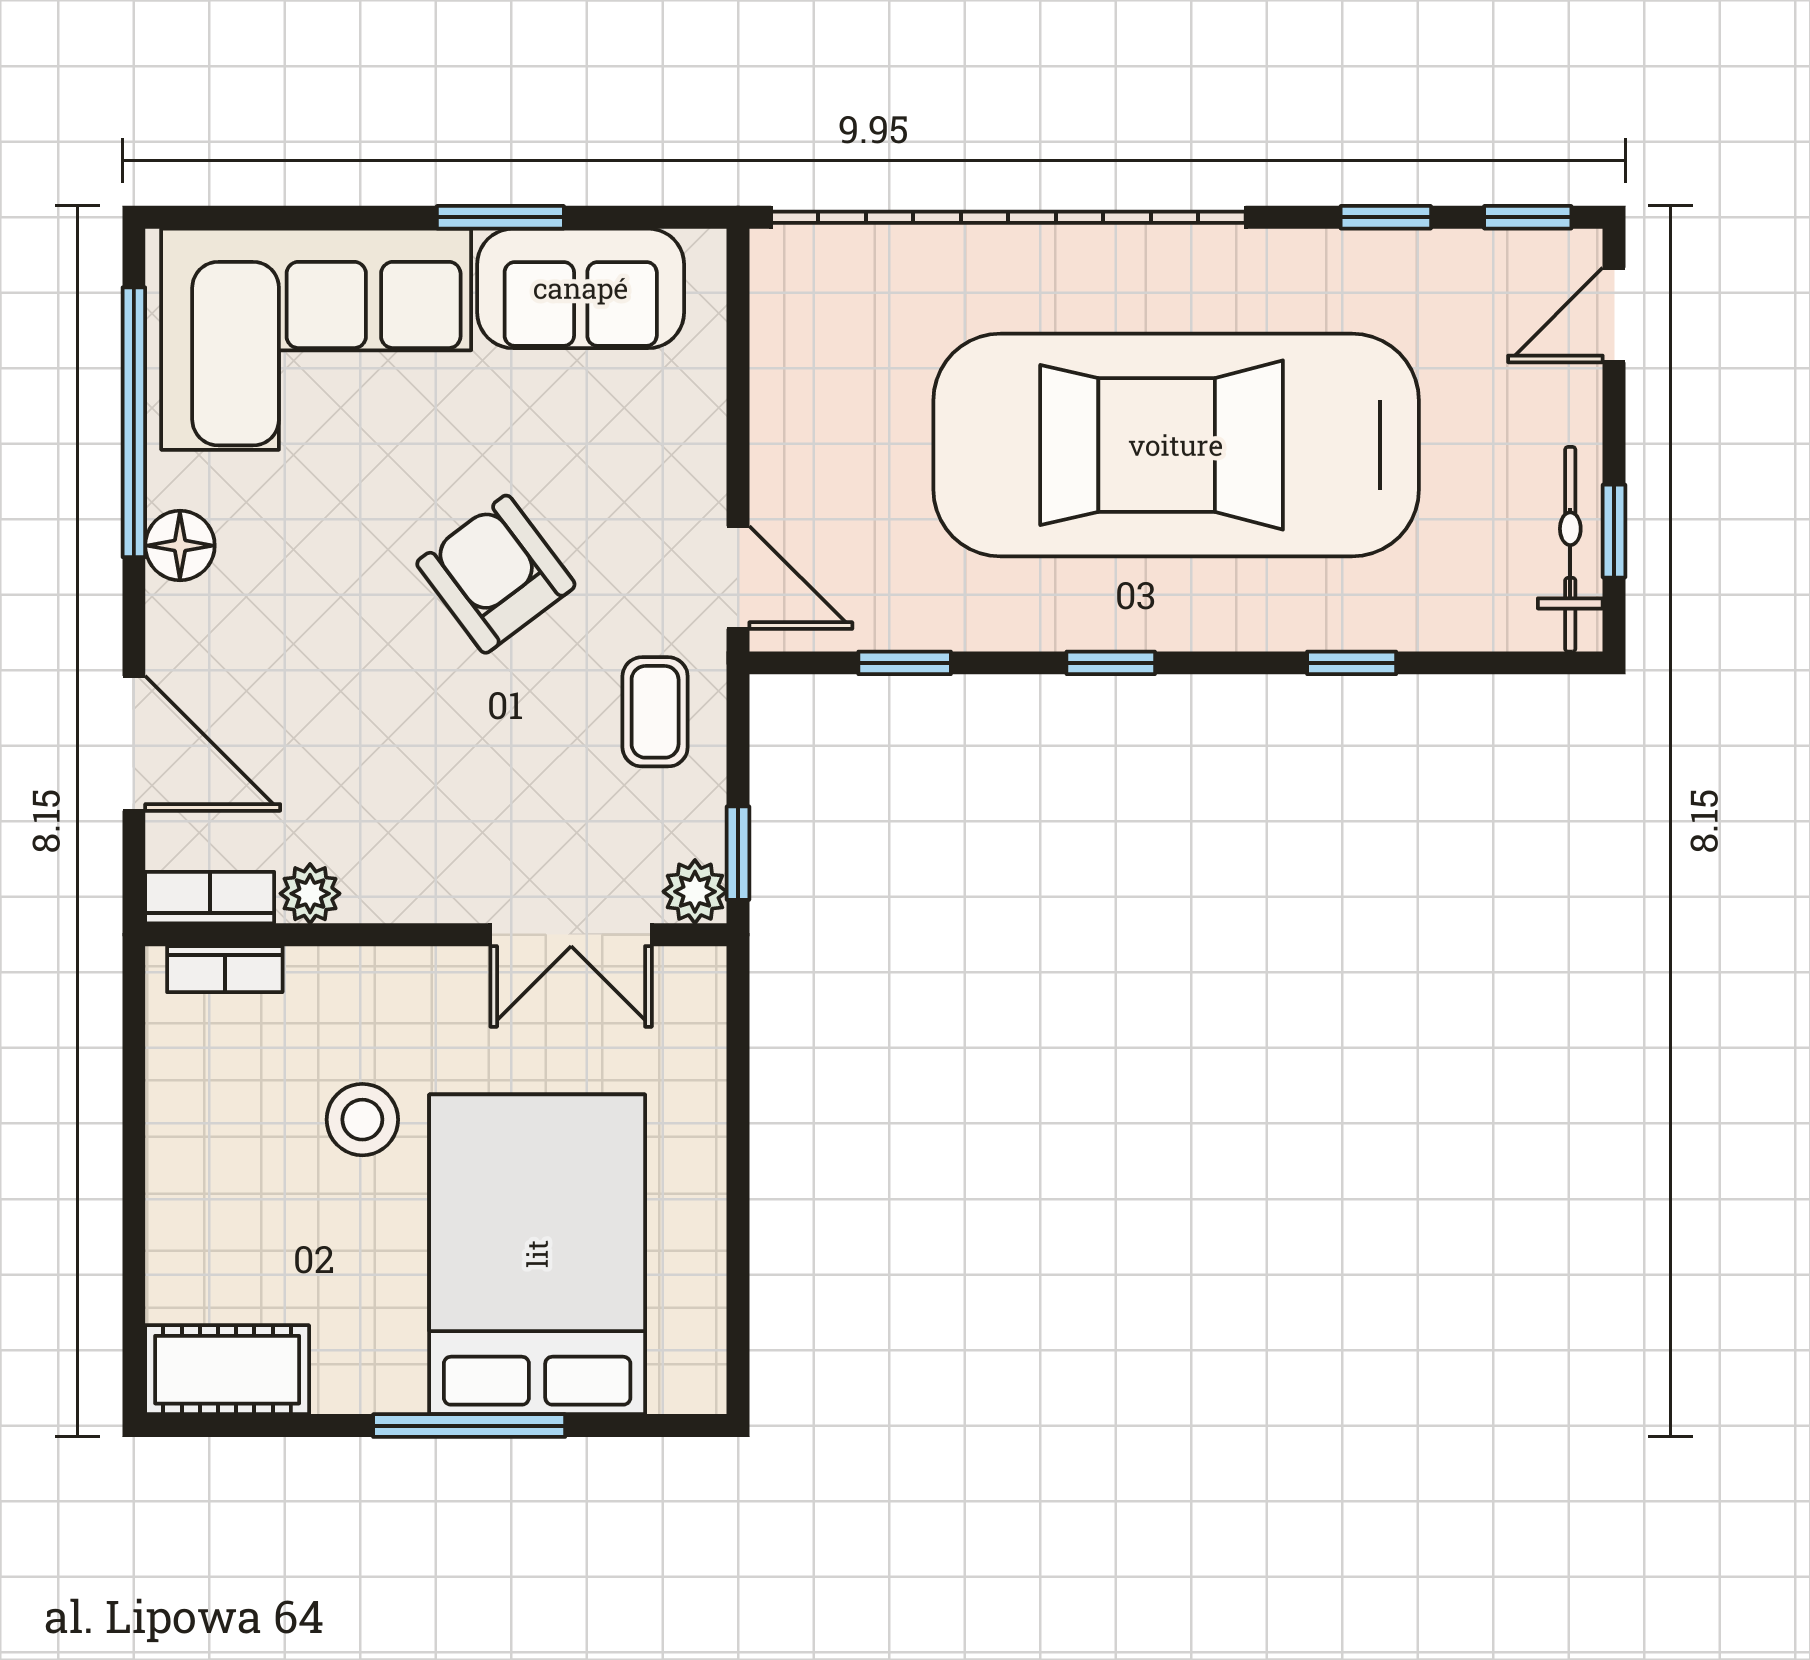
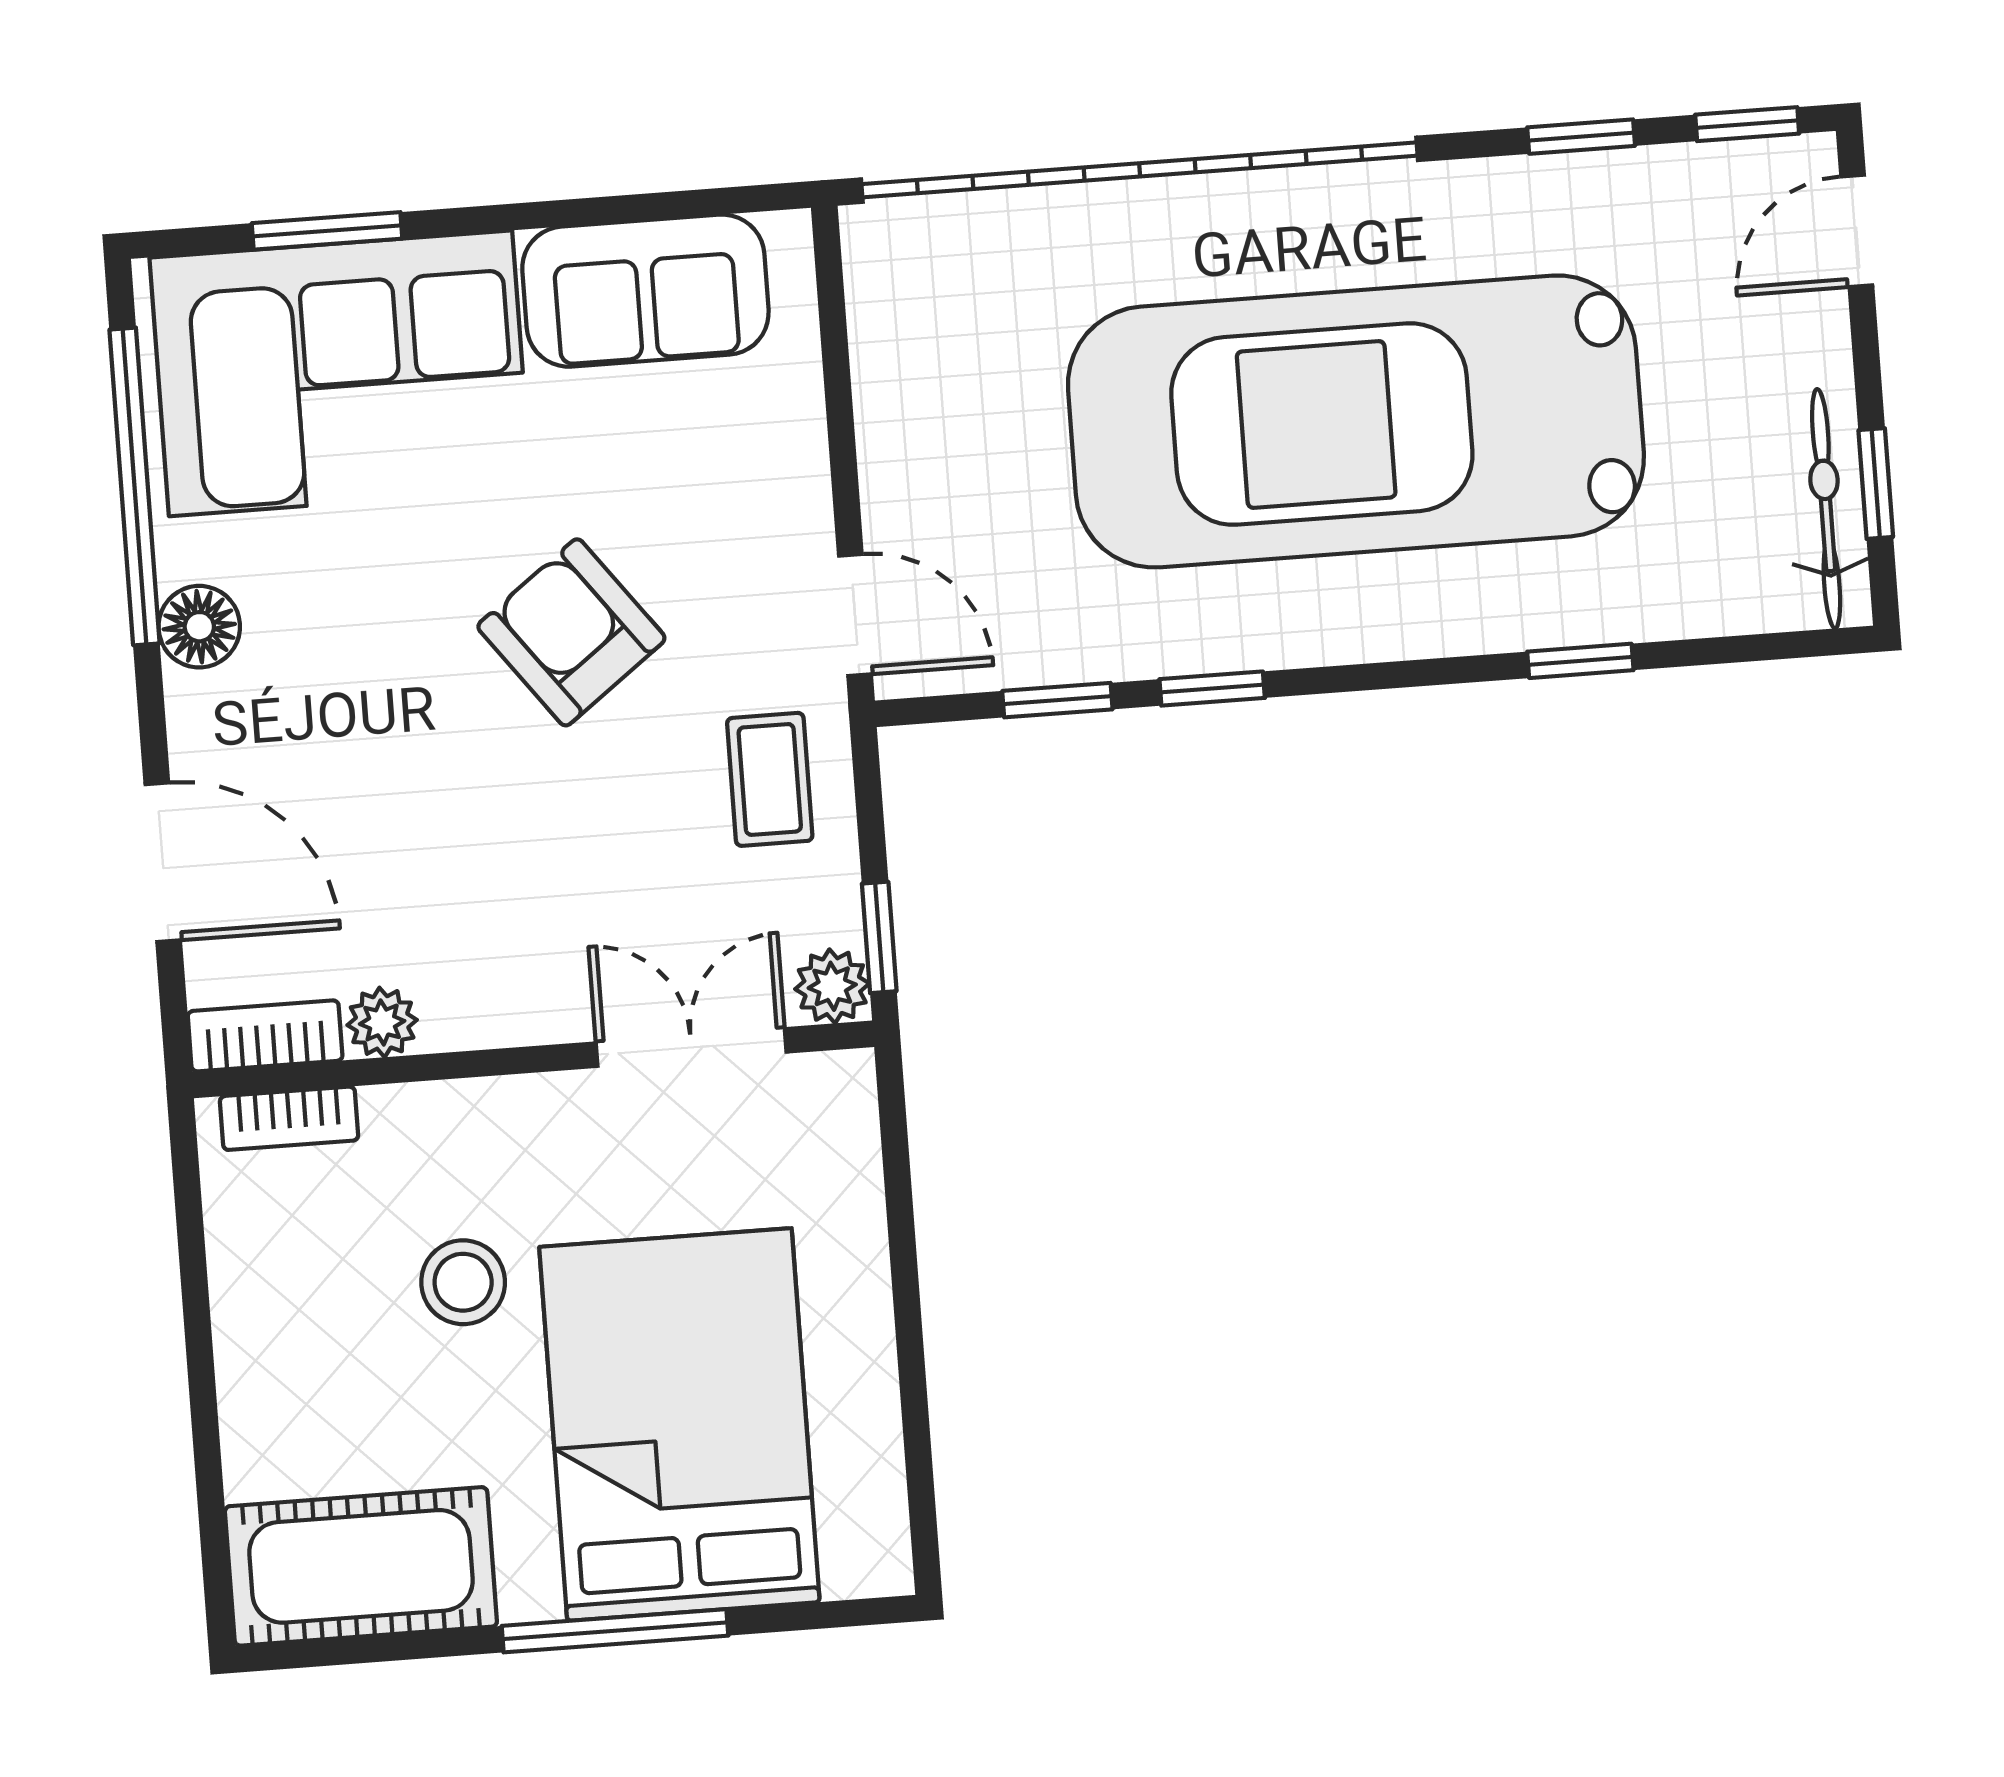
window: (500, 217) -> (327, 231), moved
window: (1111, 663) -> (1212, 689), moved
double door: (571, 935) -> (691, 1048), swing flipped
cot: (227, 1370) -> (361, 1566), width x1.37, depth x1.34

